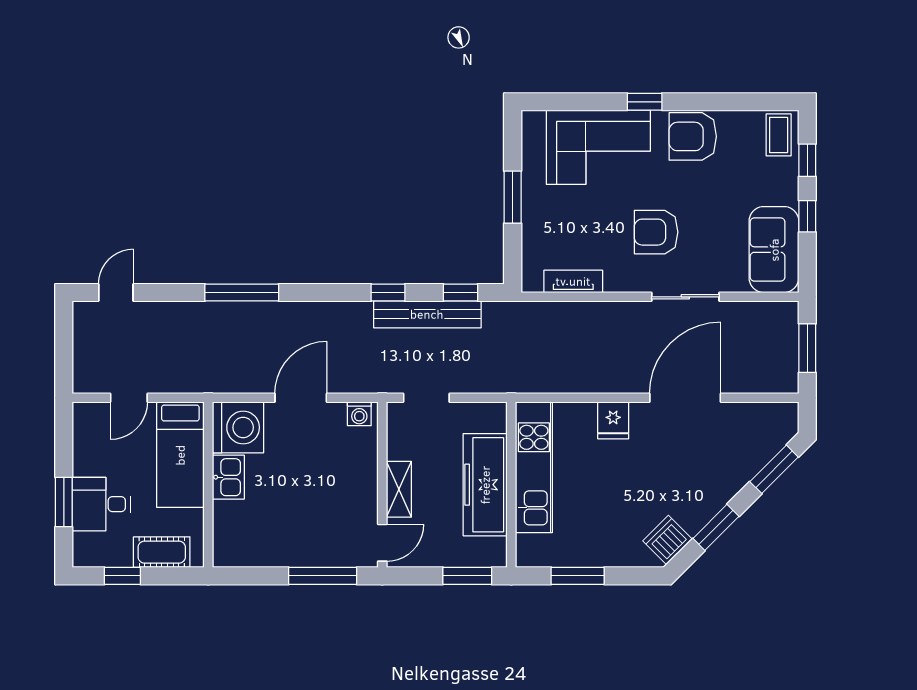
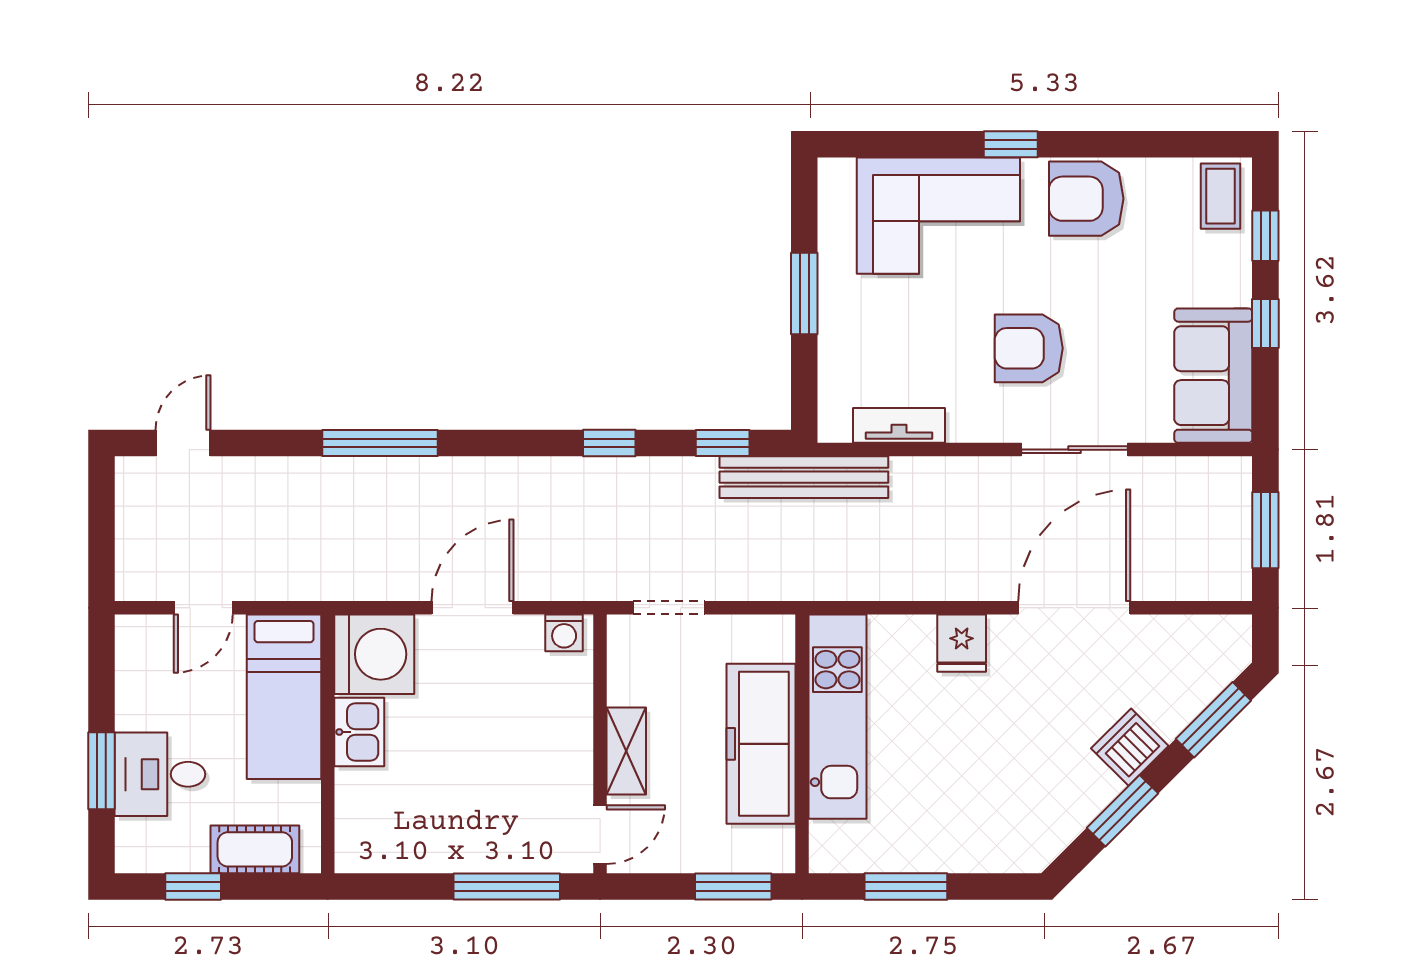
bench: (427, 314) -> (804, 477), moved
dishwasher: (667, 540) -> (1130, 747), moved

